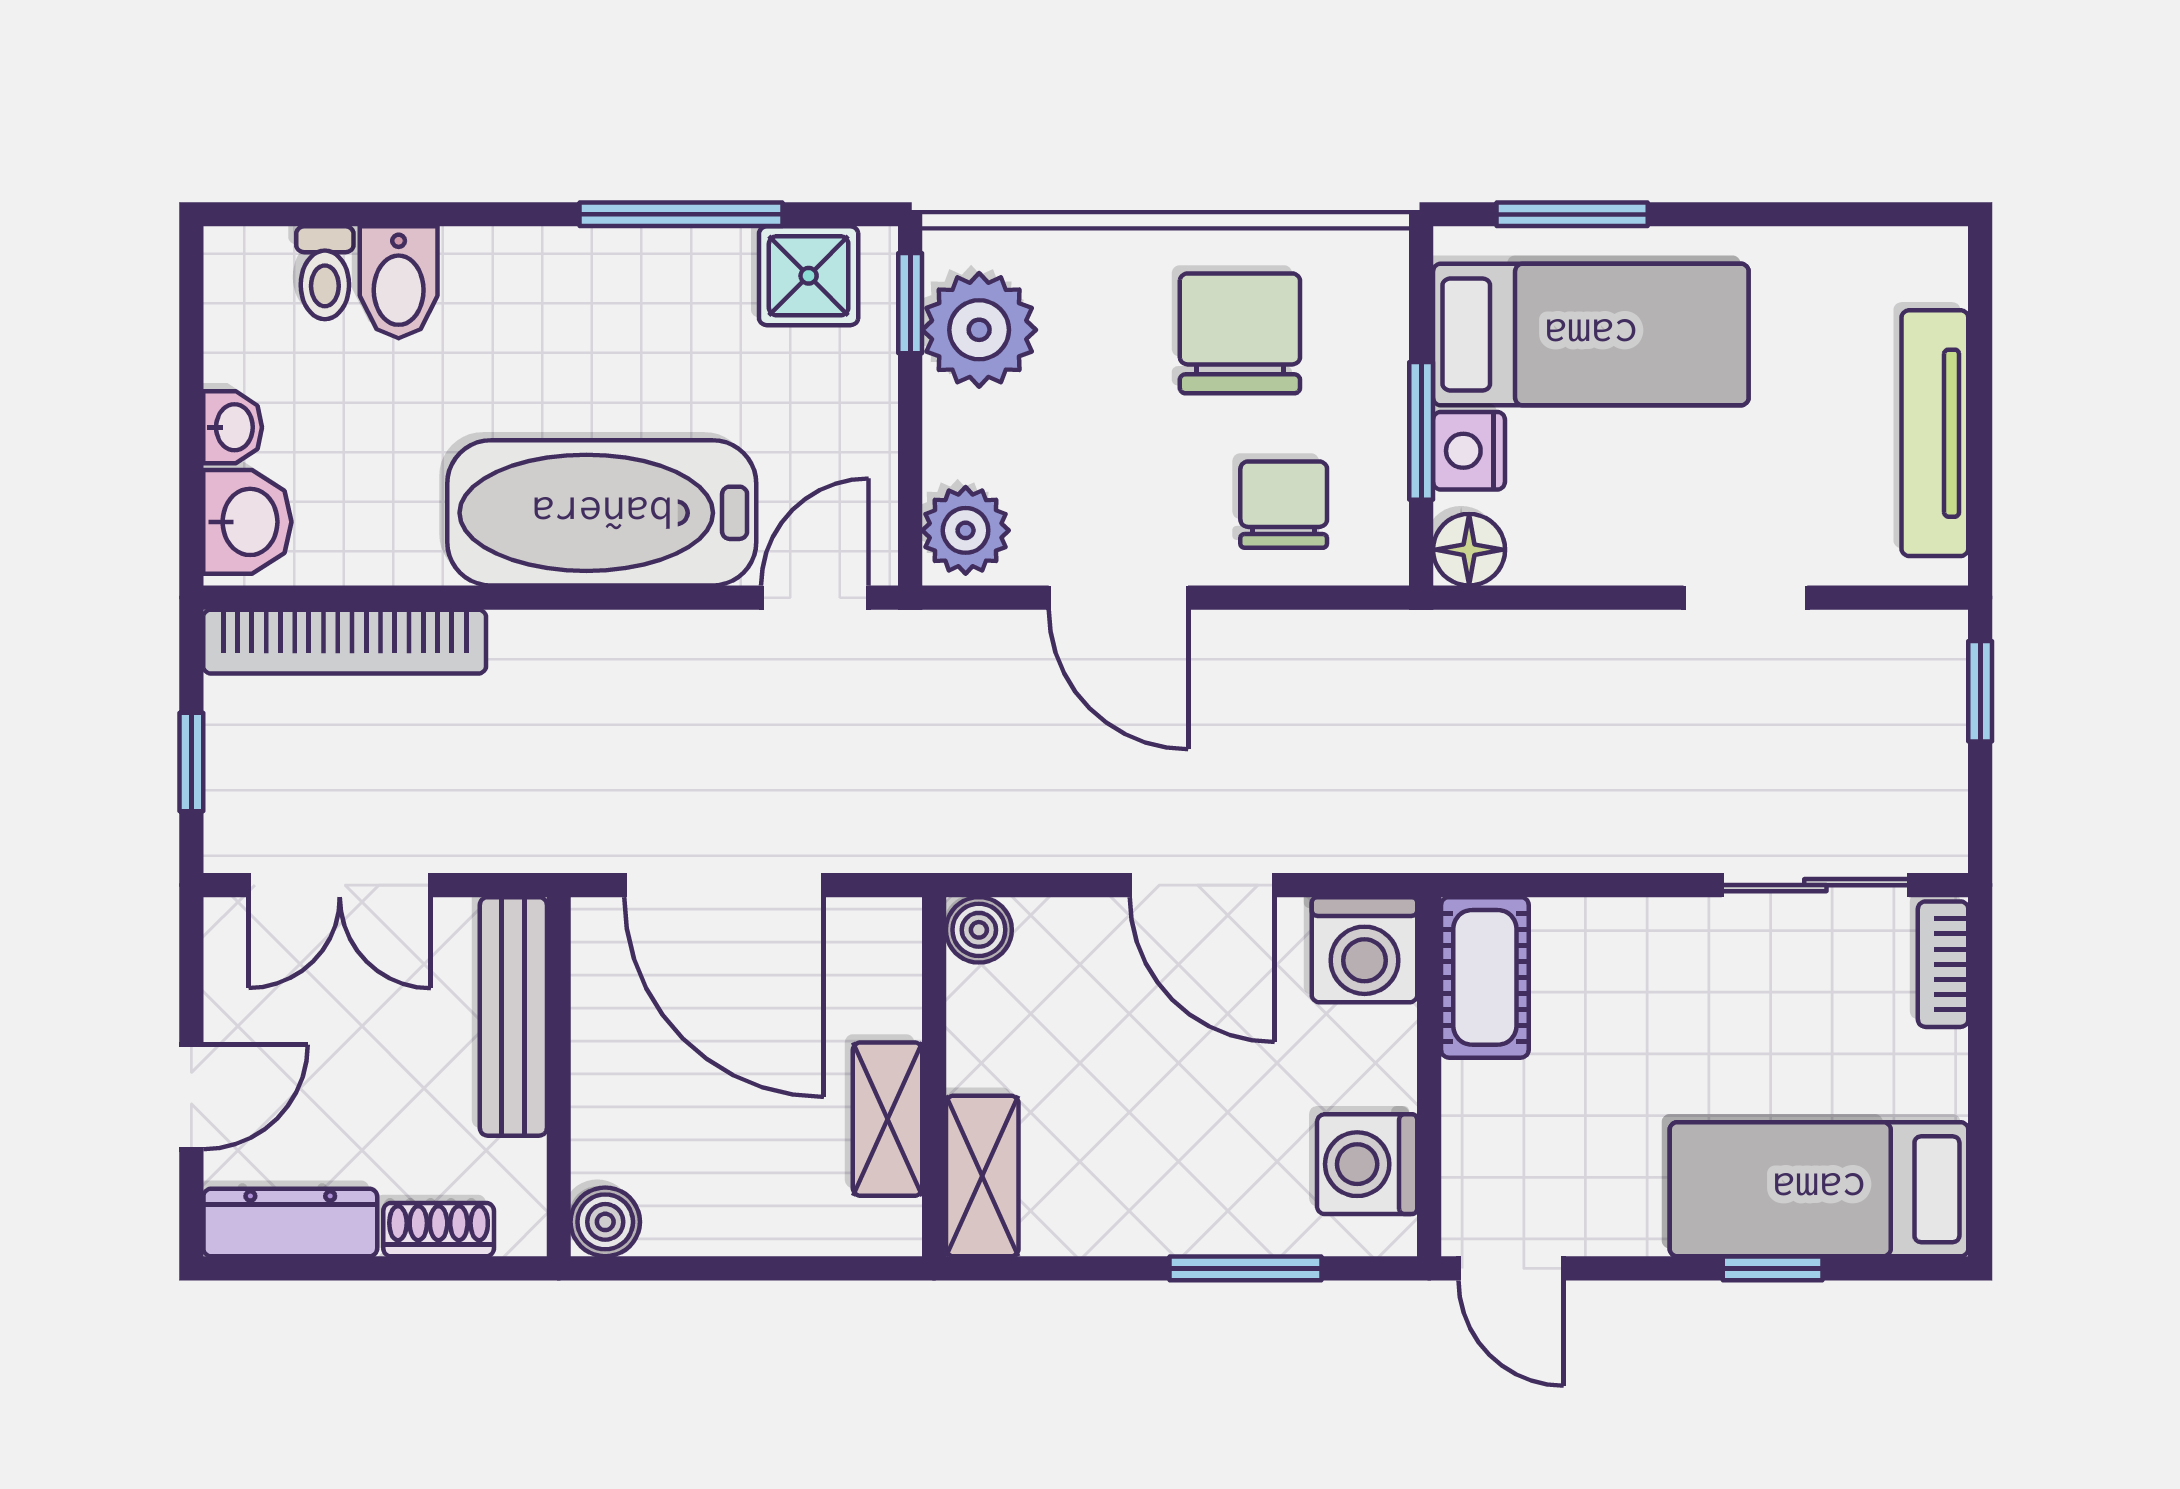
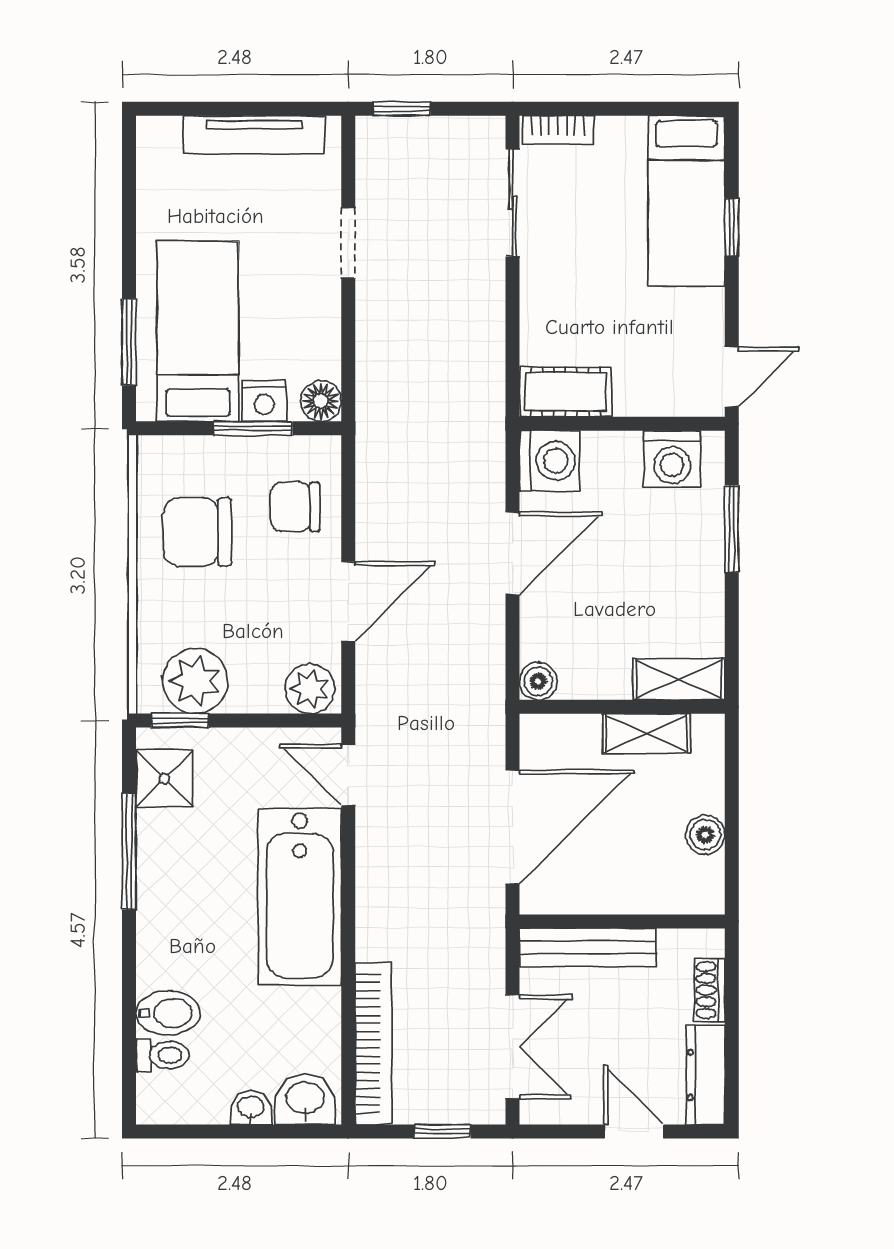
boiler: (605, 1222) -> (705, 835), moved

